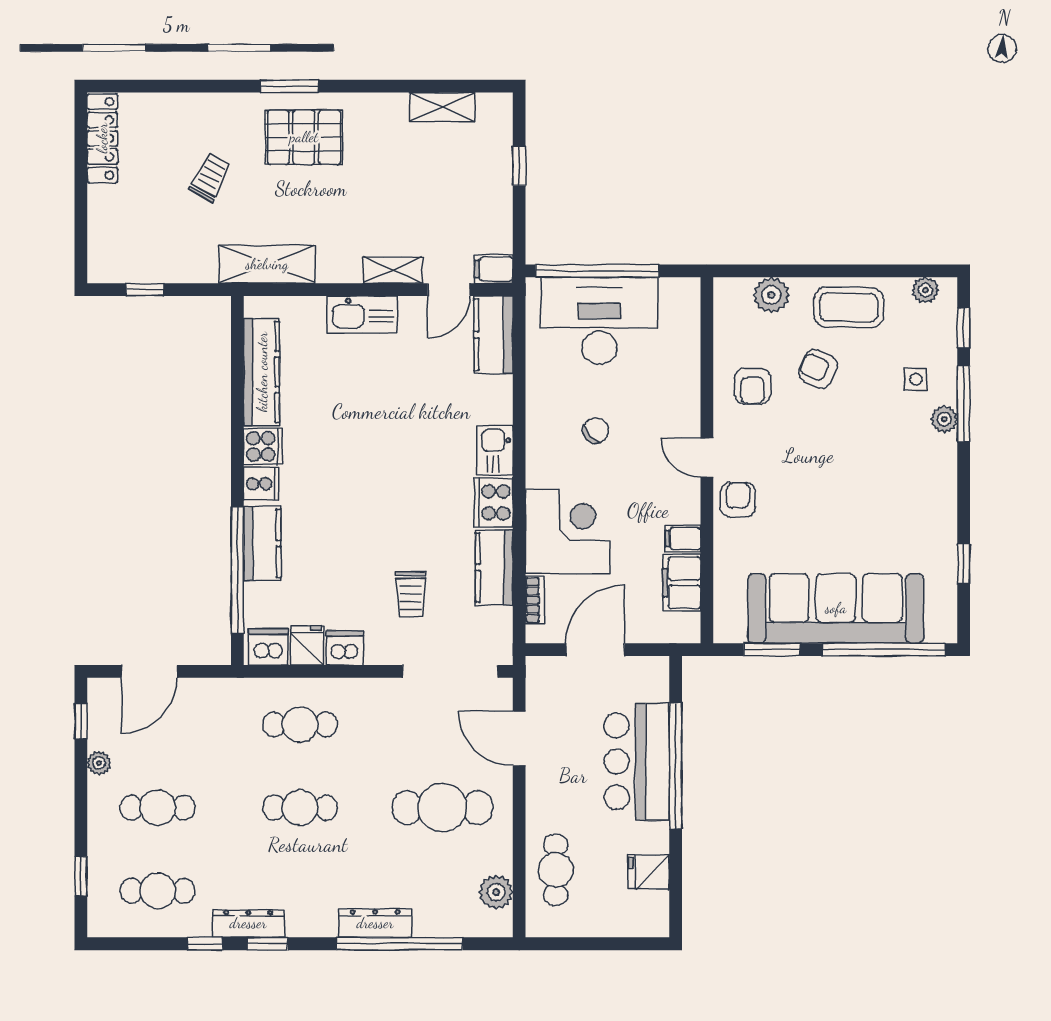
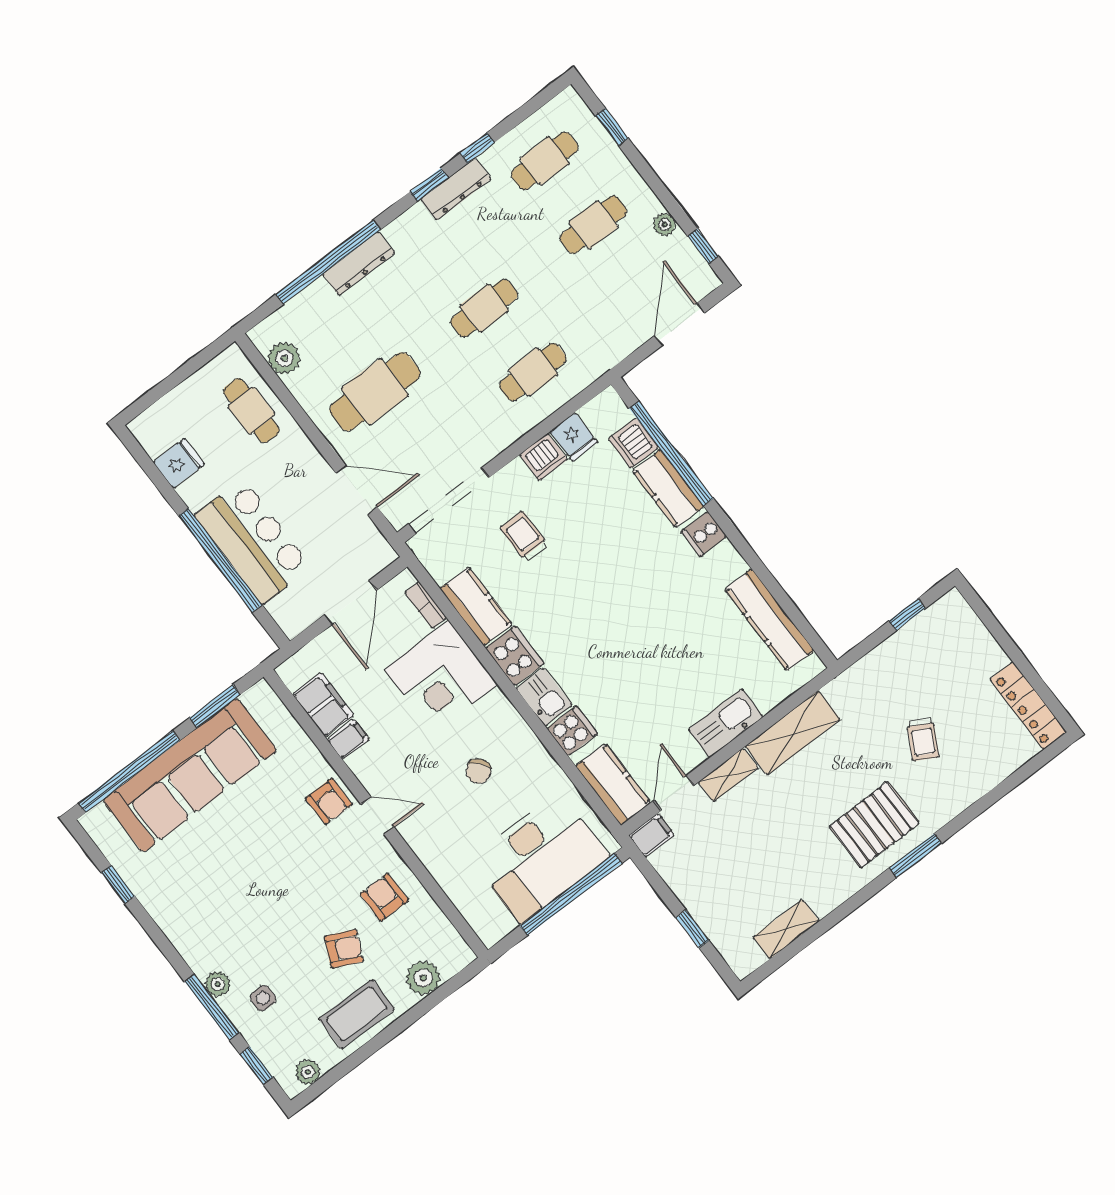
shelving: (267, 264) -> (793, 733), moved
cooker: (263, 446) -> (572, 731), moved, turned 180
dishwasher: (269, 647) -> (633, 443), moved, turned 90

